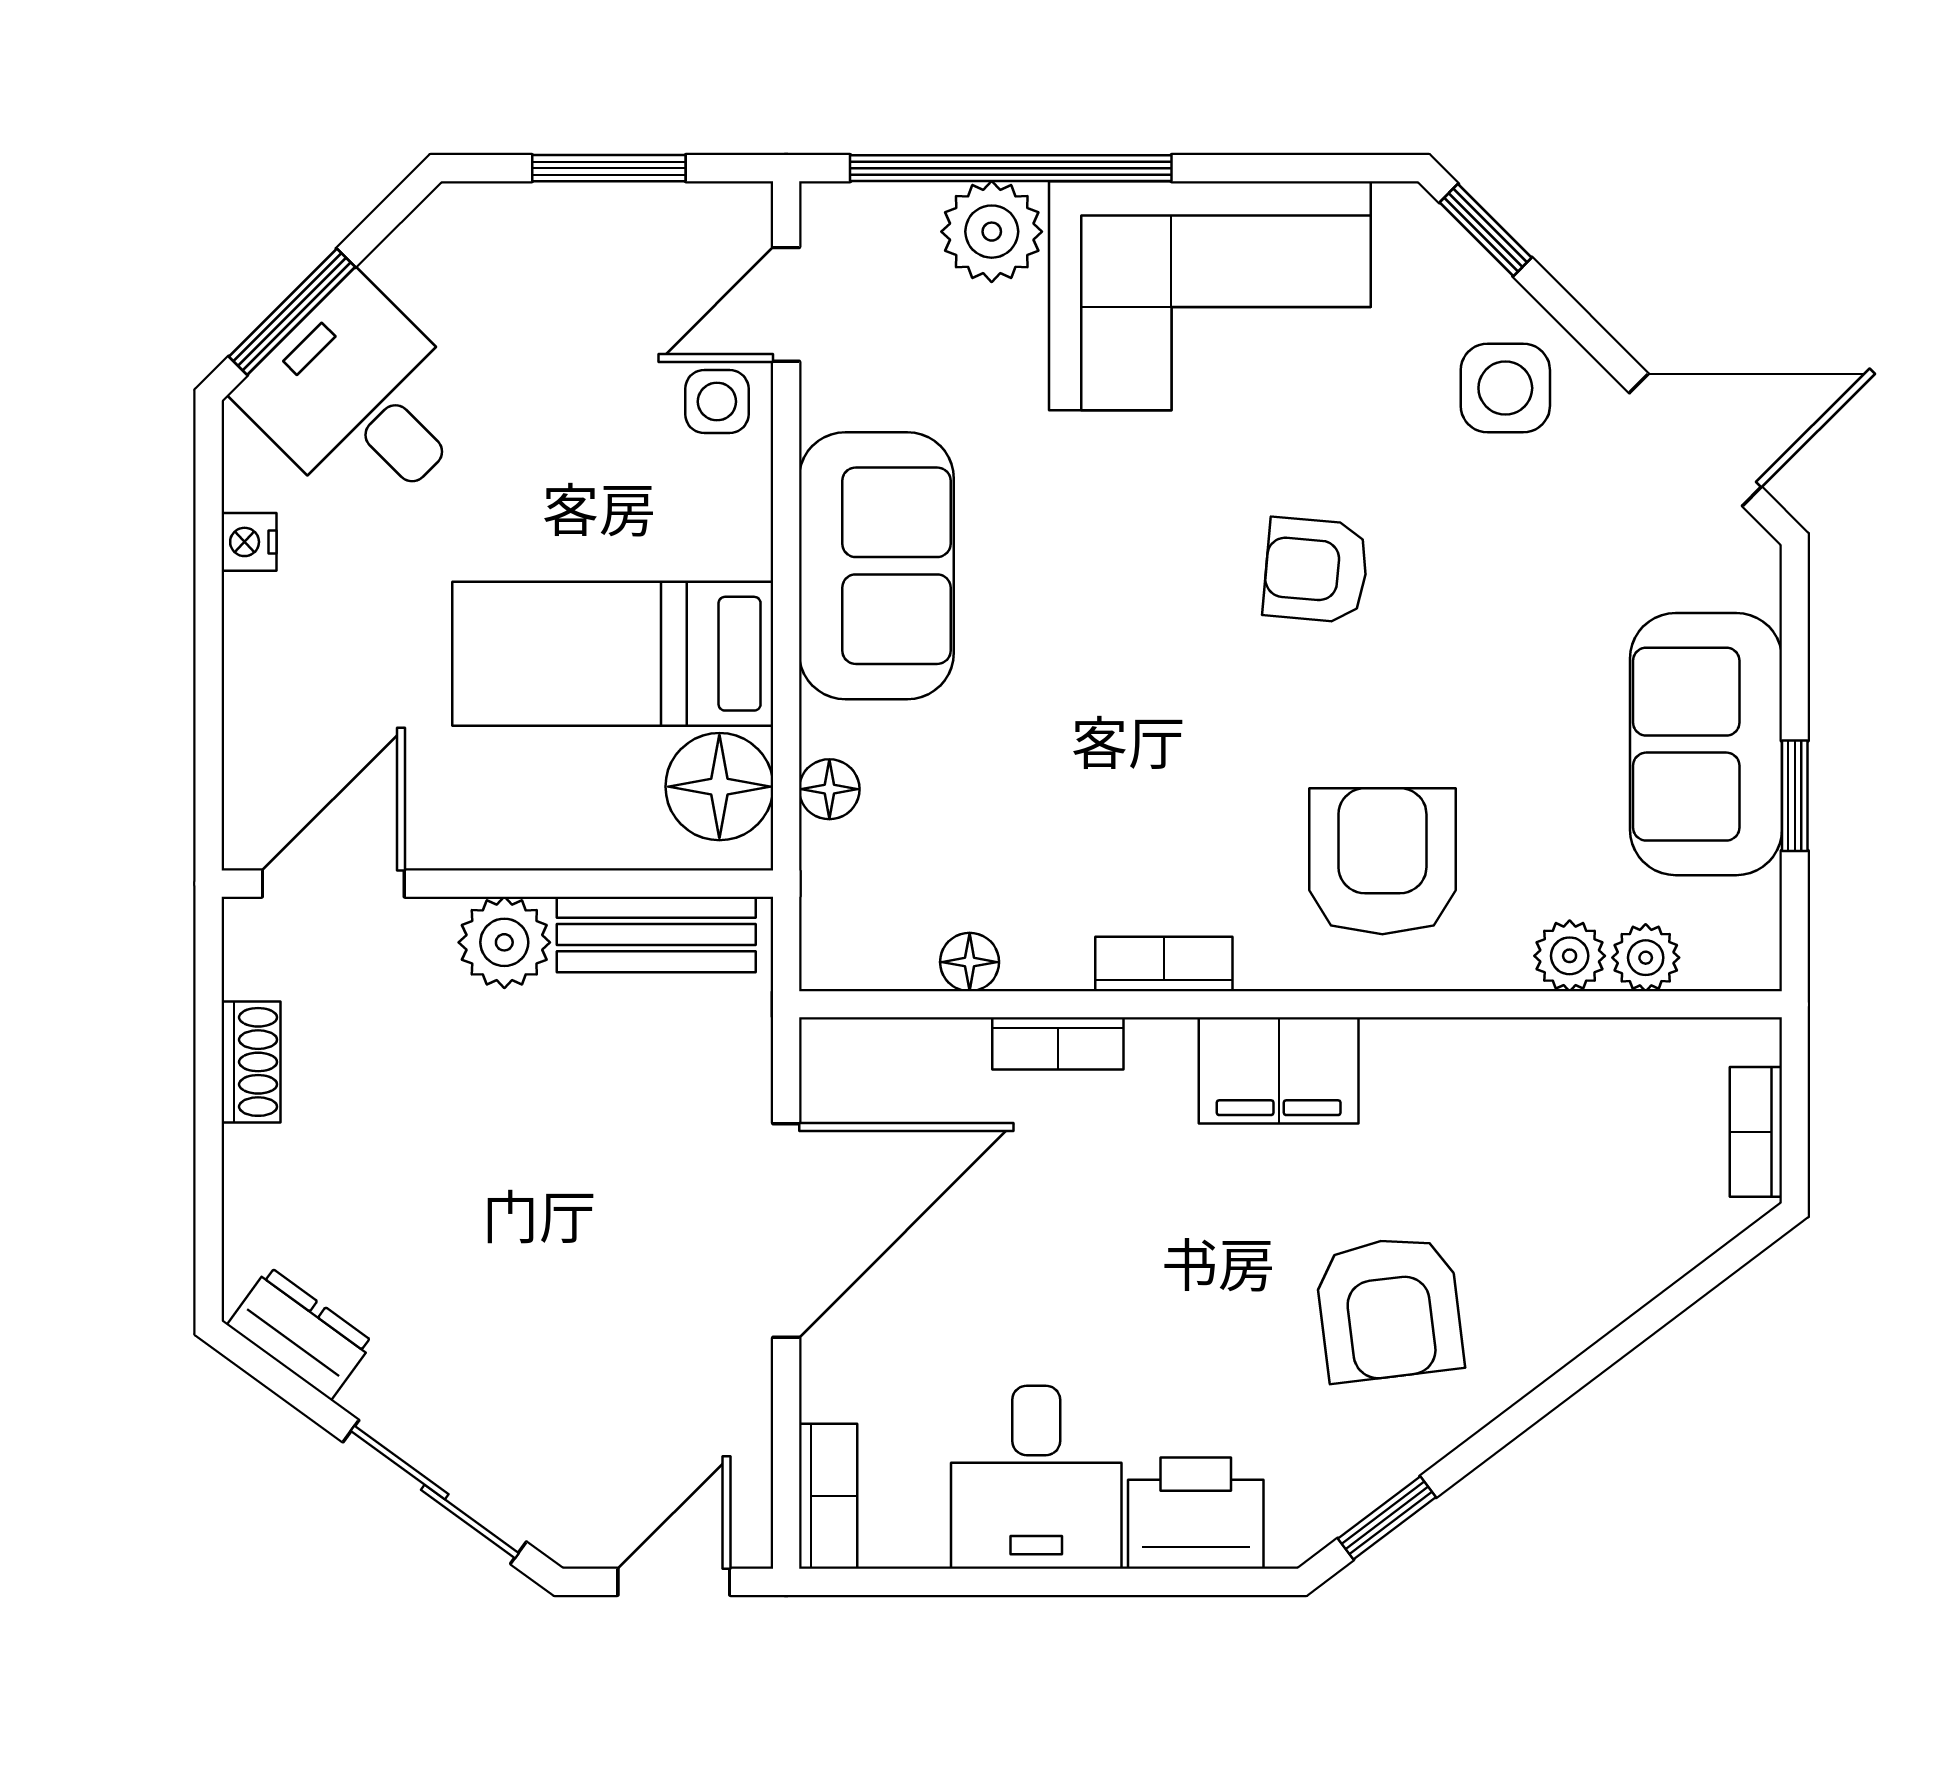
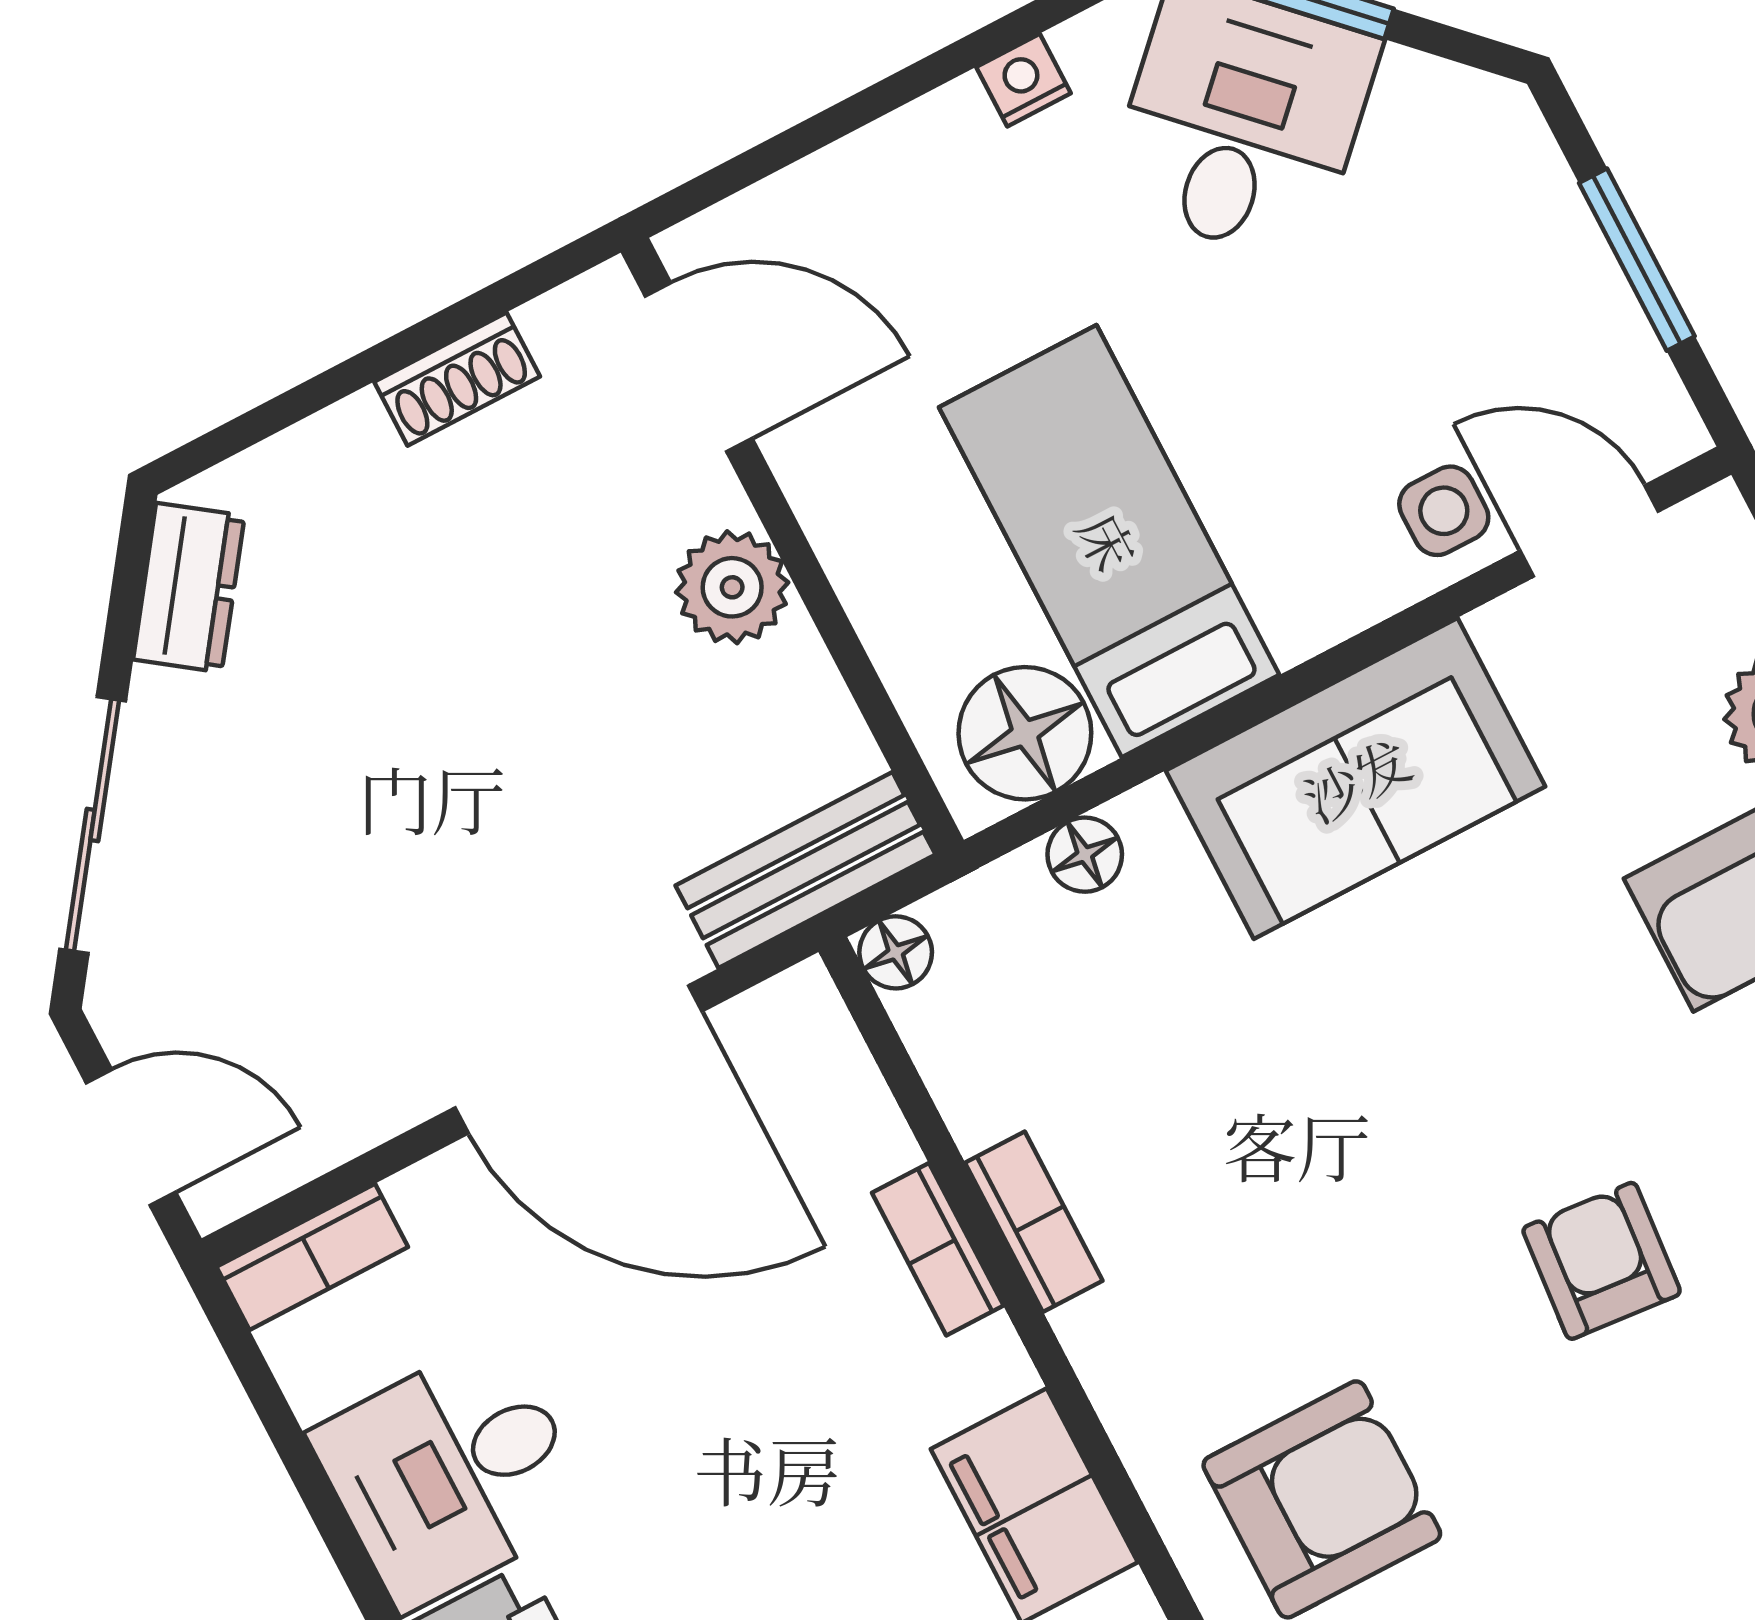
bench: (656, 934) -> (806, 870), moved, turned 90
floor lamp: (970, 962) -> (896, 952), moved
bookcase: (1164, 964) -> (1034, 1222), moved

